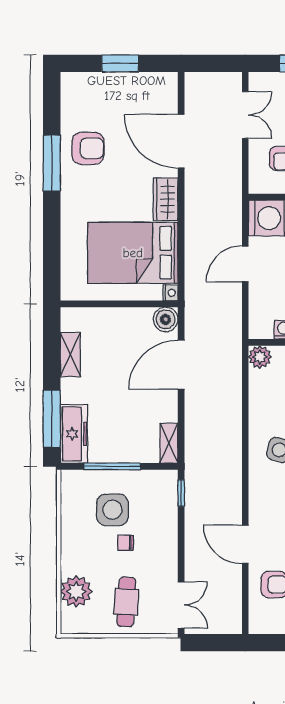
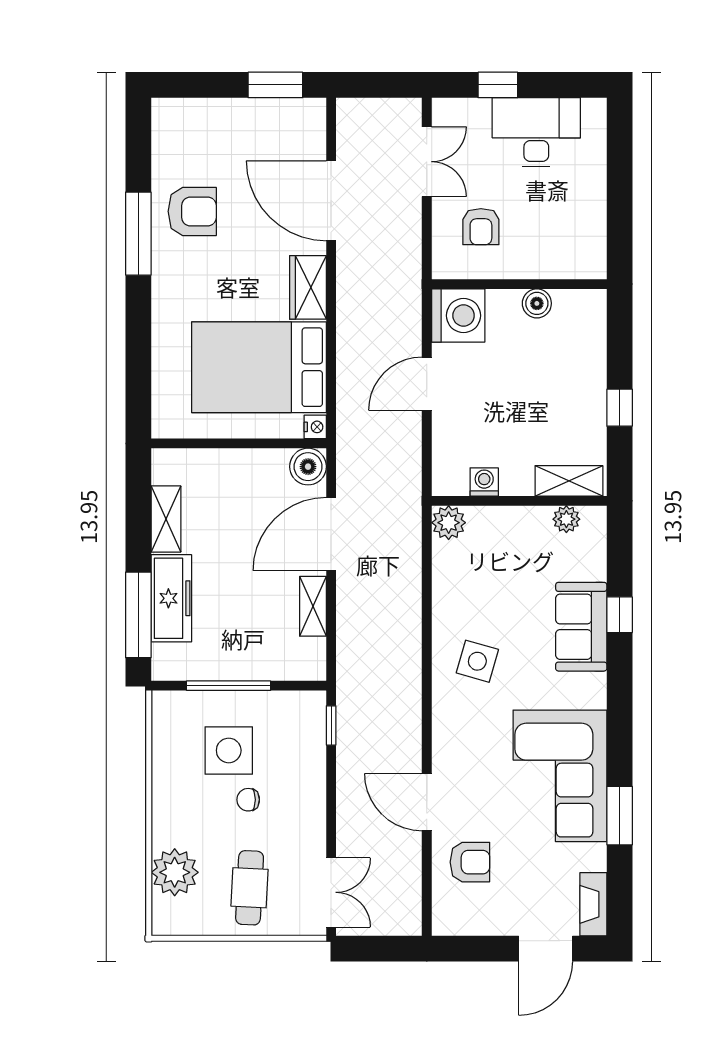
window: (120, 63) -> (275, 85), moved
freezer: (74, 434) -> (171, 598), moved
shelving: (169, 443) -> (313, 606), moved

